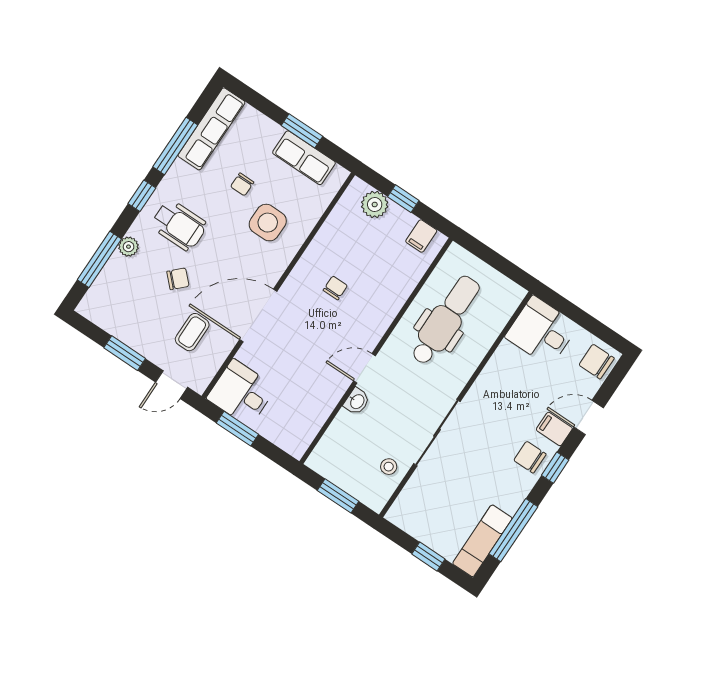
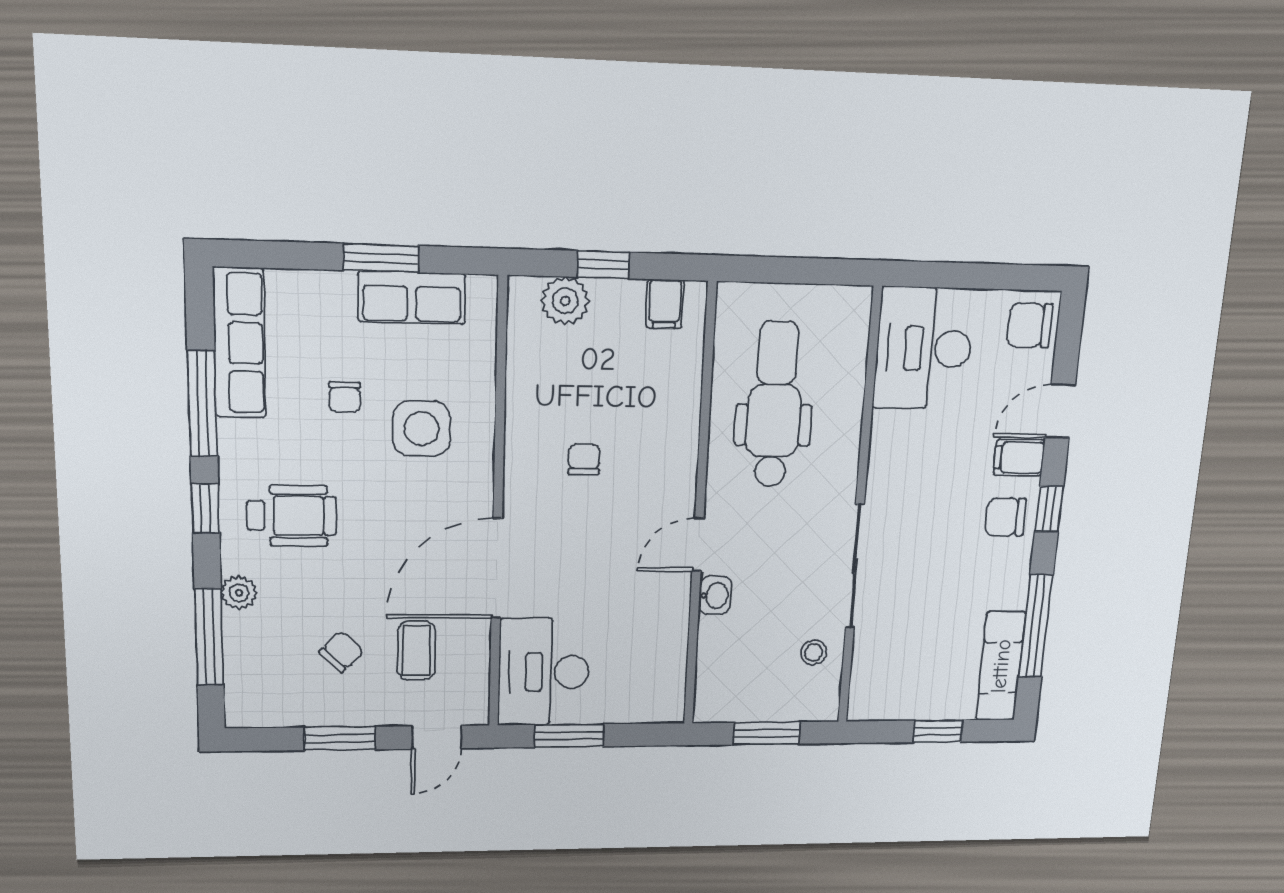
chair: (178, 279) -> (342, 652), moved
desk: (542, 331) -> (924, 348), width x1.37
desk: (241, 393) -> (544, 672), width x1.37

